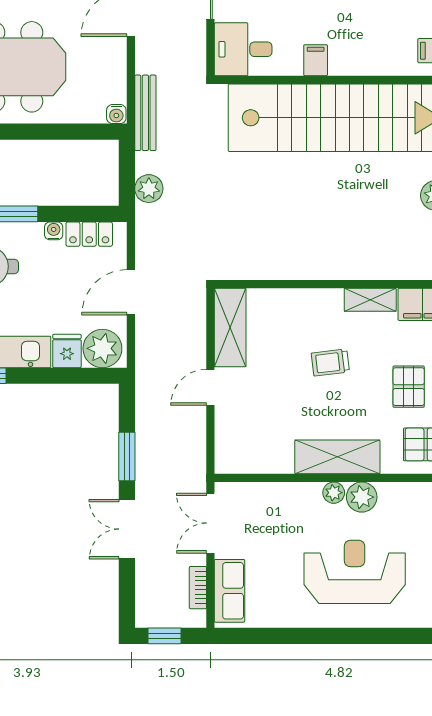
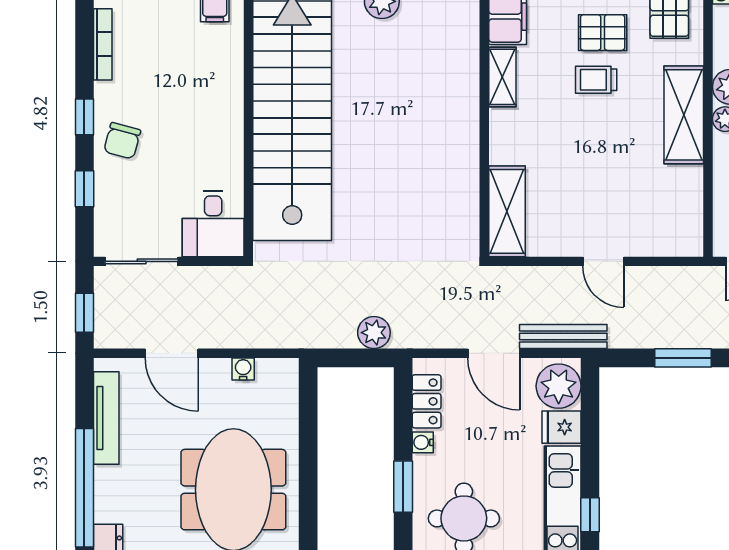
filing cabinet: (316, 60) -> (226, 140), removed
bench: (145, 113) -> (563, 336), moved
water cooler: (116, 114) -> (243, 369), moved, turned -90
shelving: (230, 328) -> (507, 211), moved, turned 90
trolley: (330, 362) -> (596, 80), moved, turned 97

